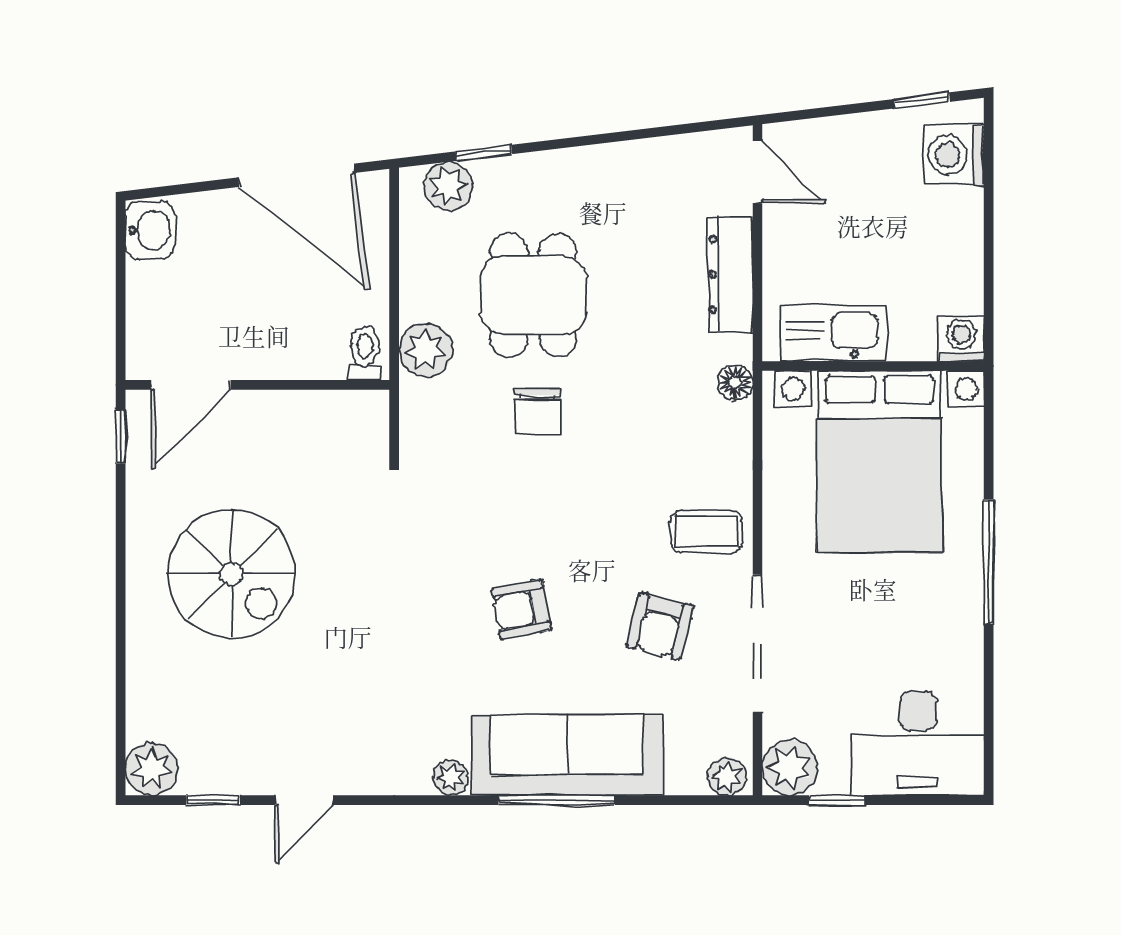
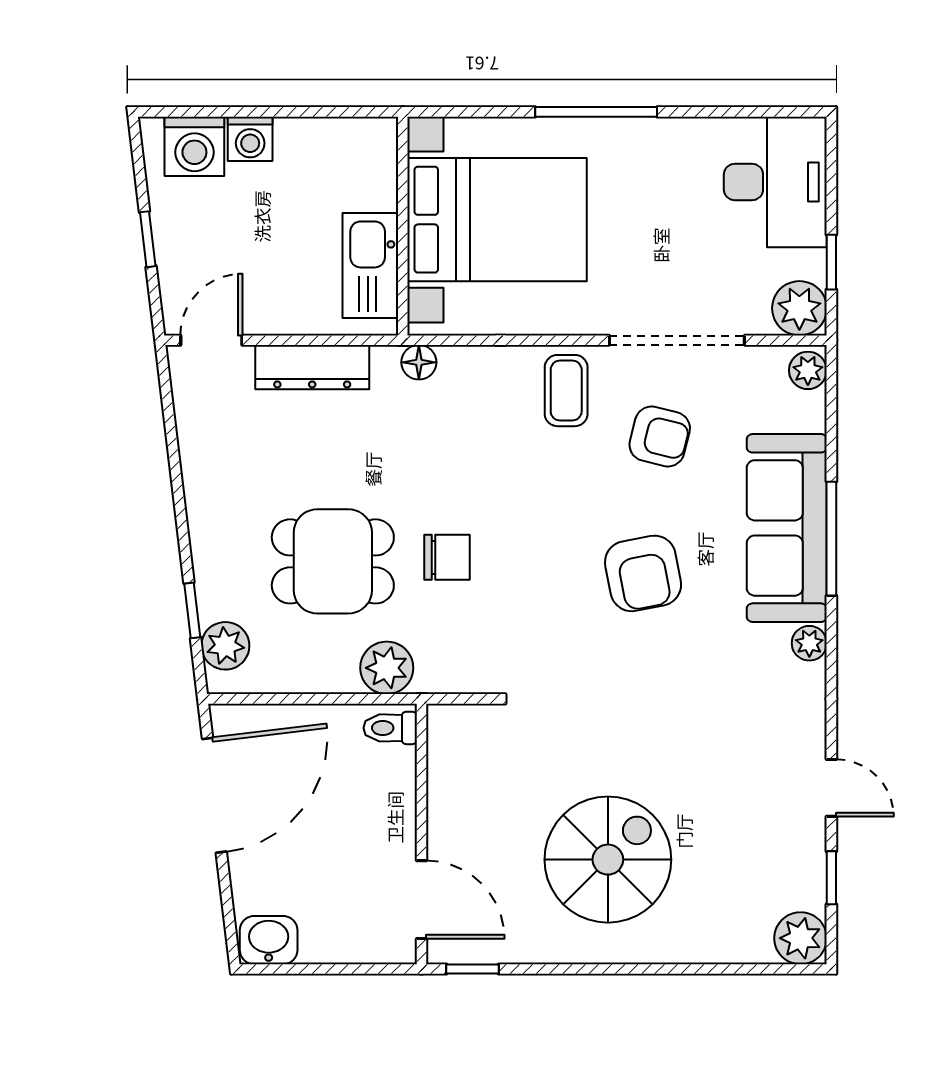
window: (922, 100) -> (148, 239), moved
washing machine: (961, 339) -> (250, 139), moved, turned -90
armchair: (521, 609) -> (643, 573), width x1.38, depth x1.38

